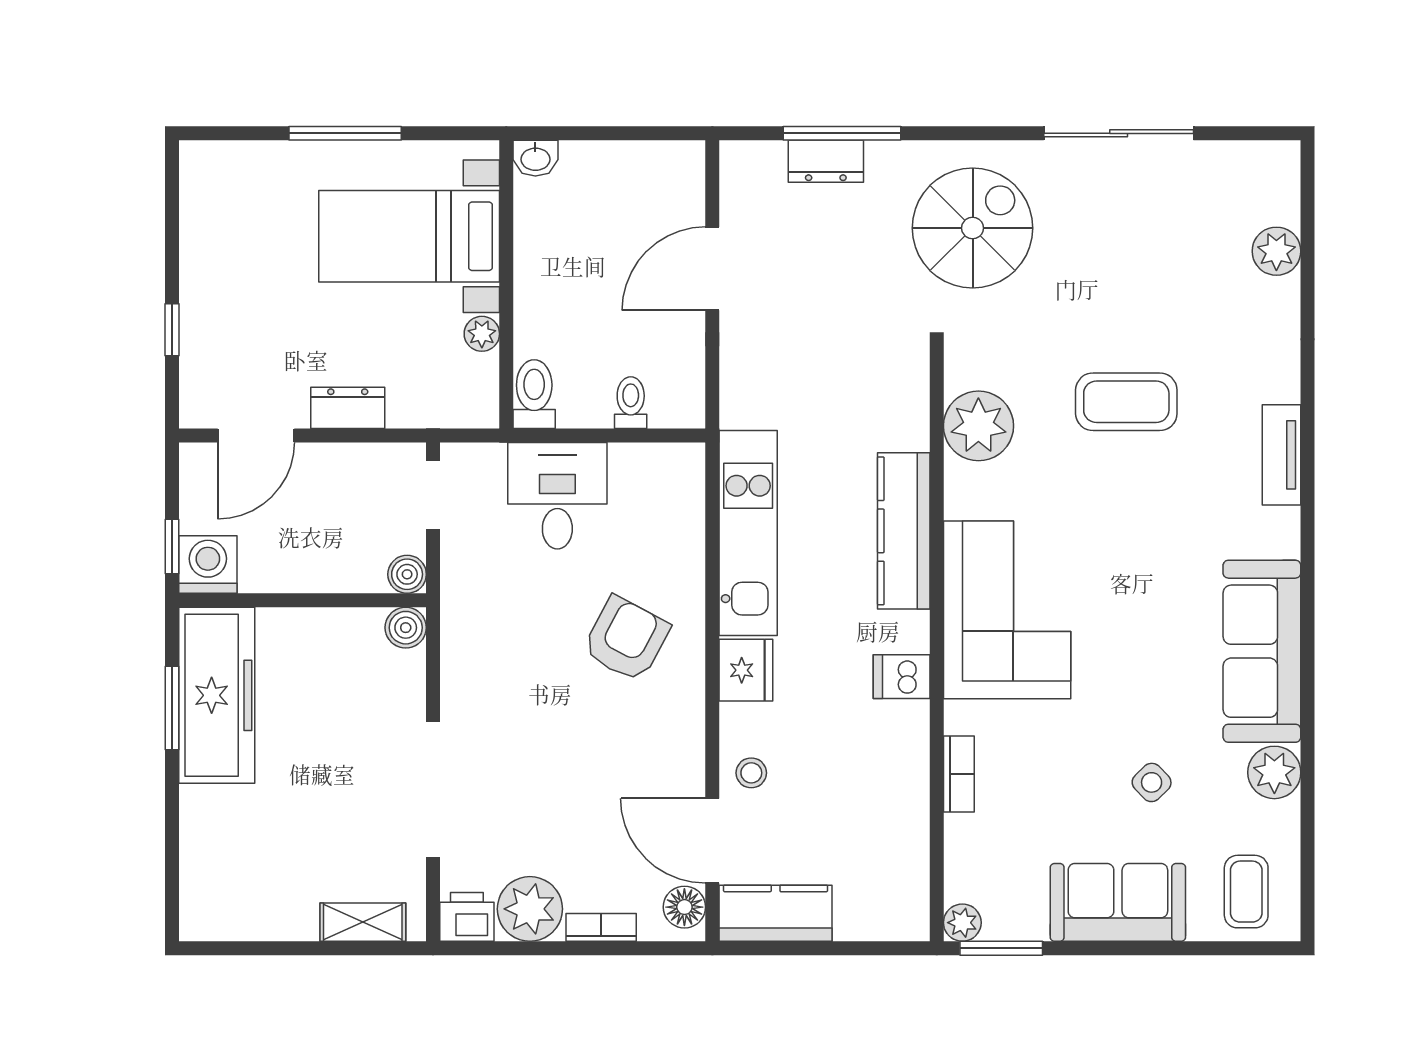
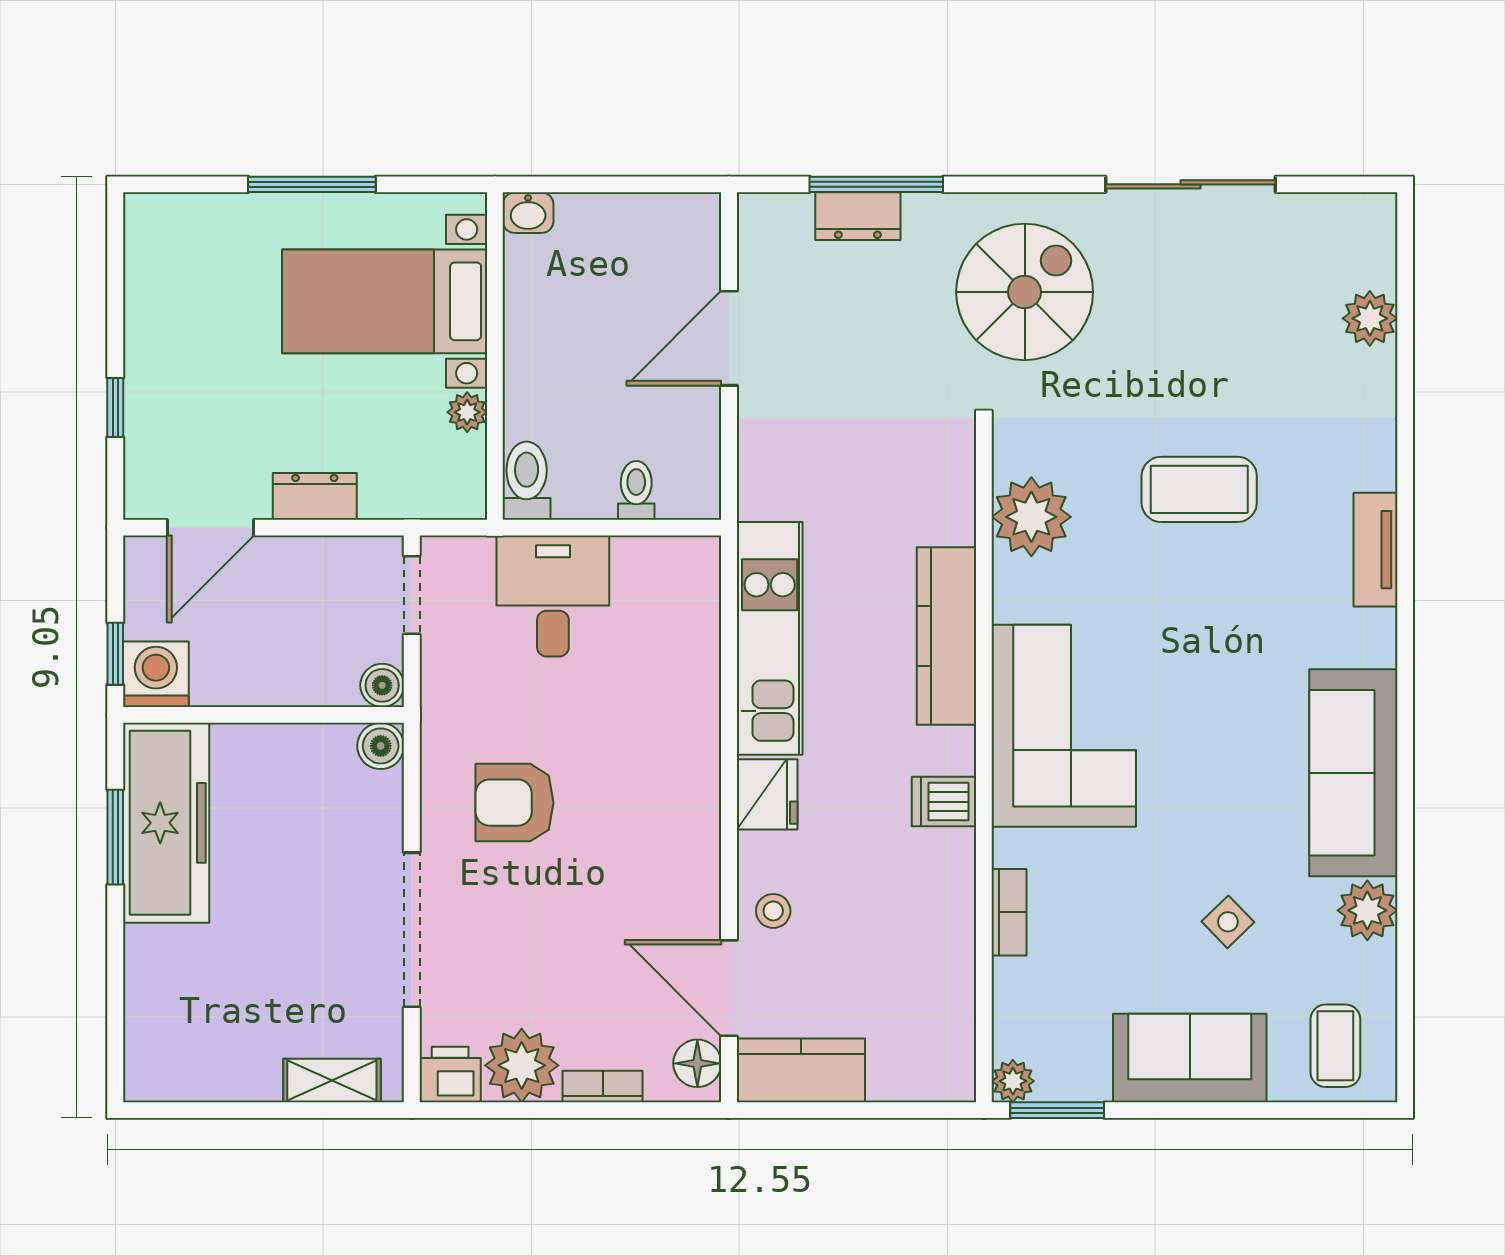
armchair: (626, 639) -> (514, 803), moved, turned -118

